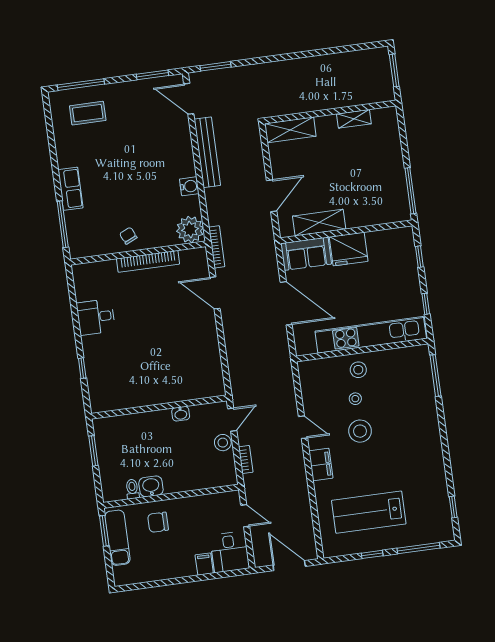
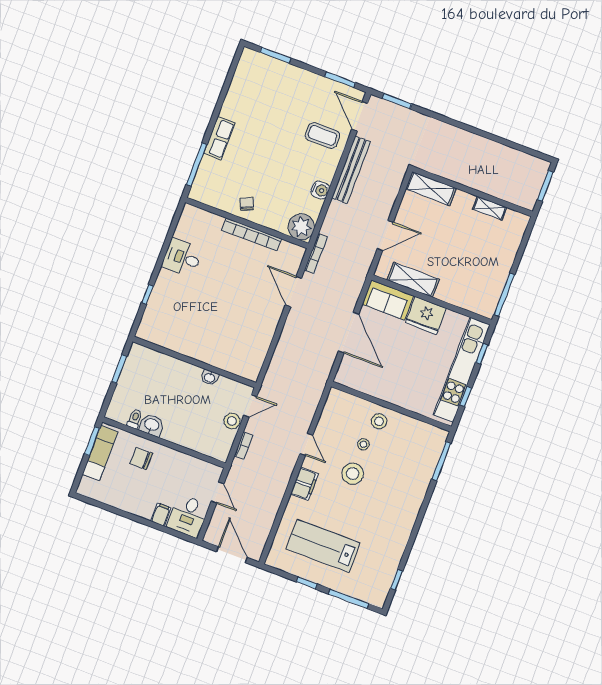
window: (81, 85) -> (275, 55), width x0.69
coffee table: (88, 113) -> (322, 135), moved
kitchen unit: (371, 335) -> (462, 370), moved, turned -90

